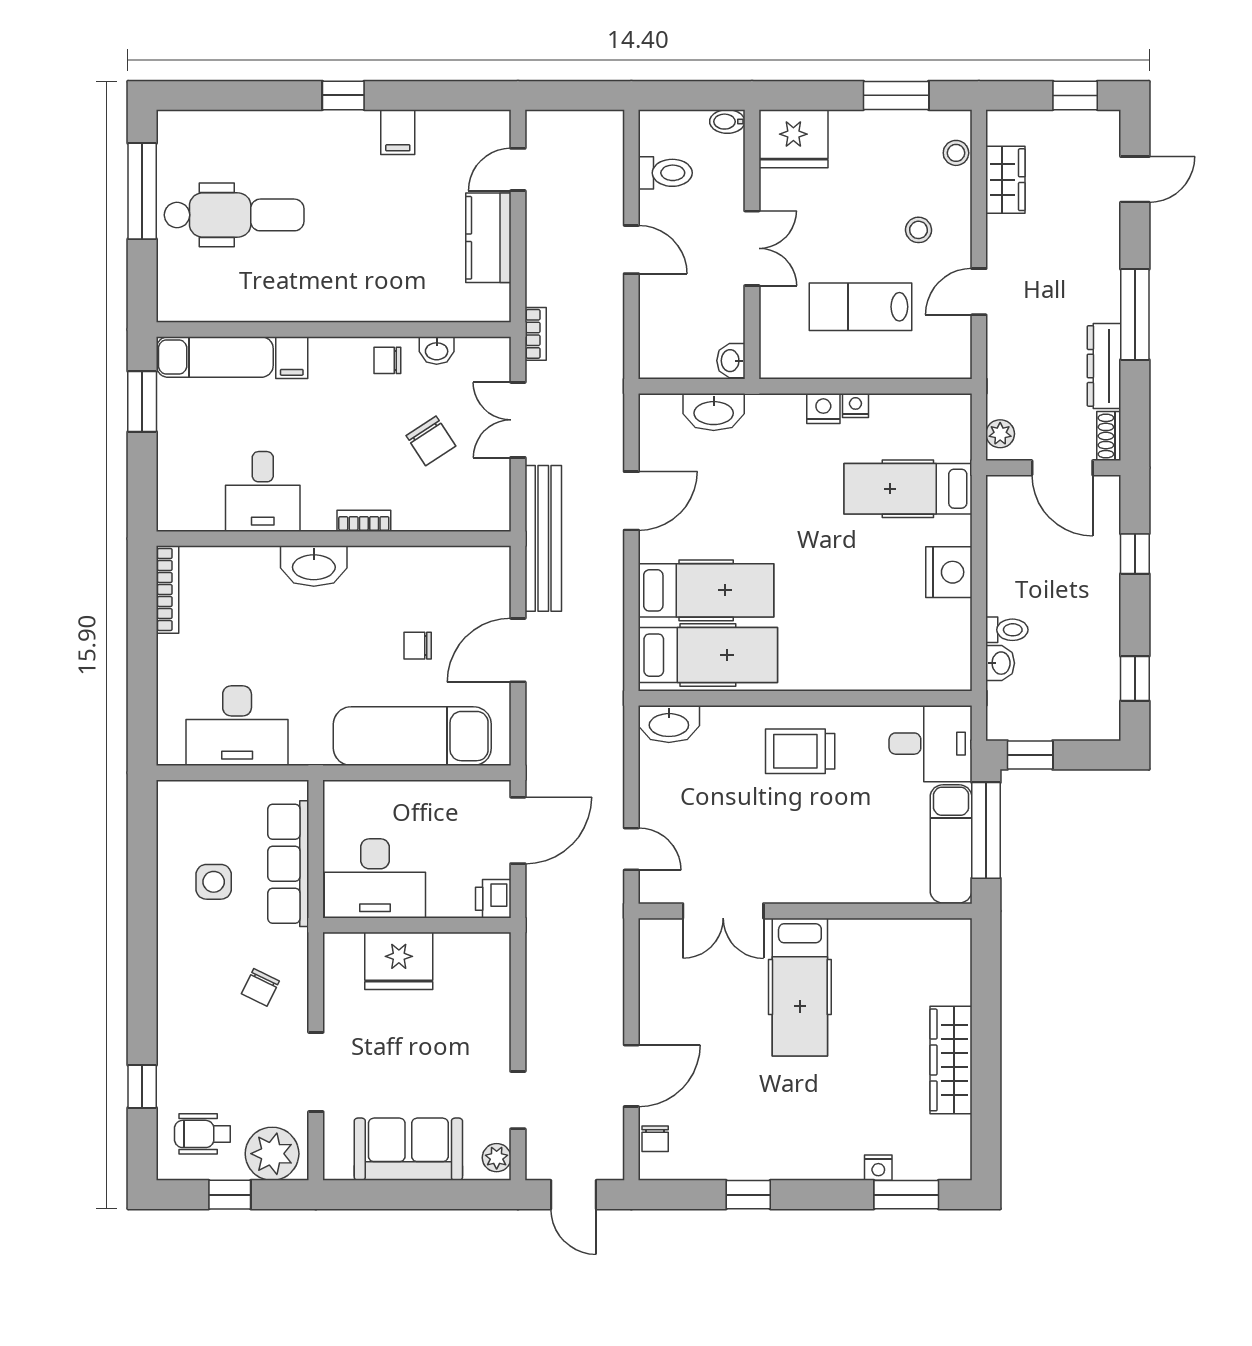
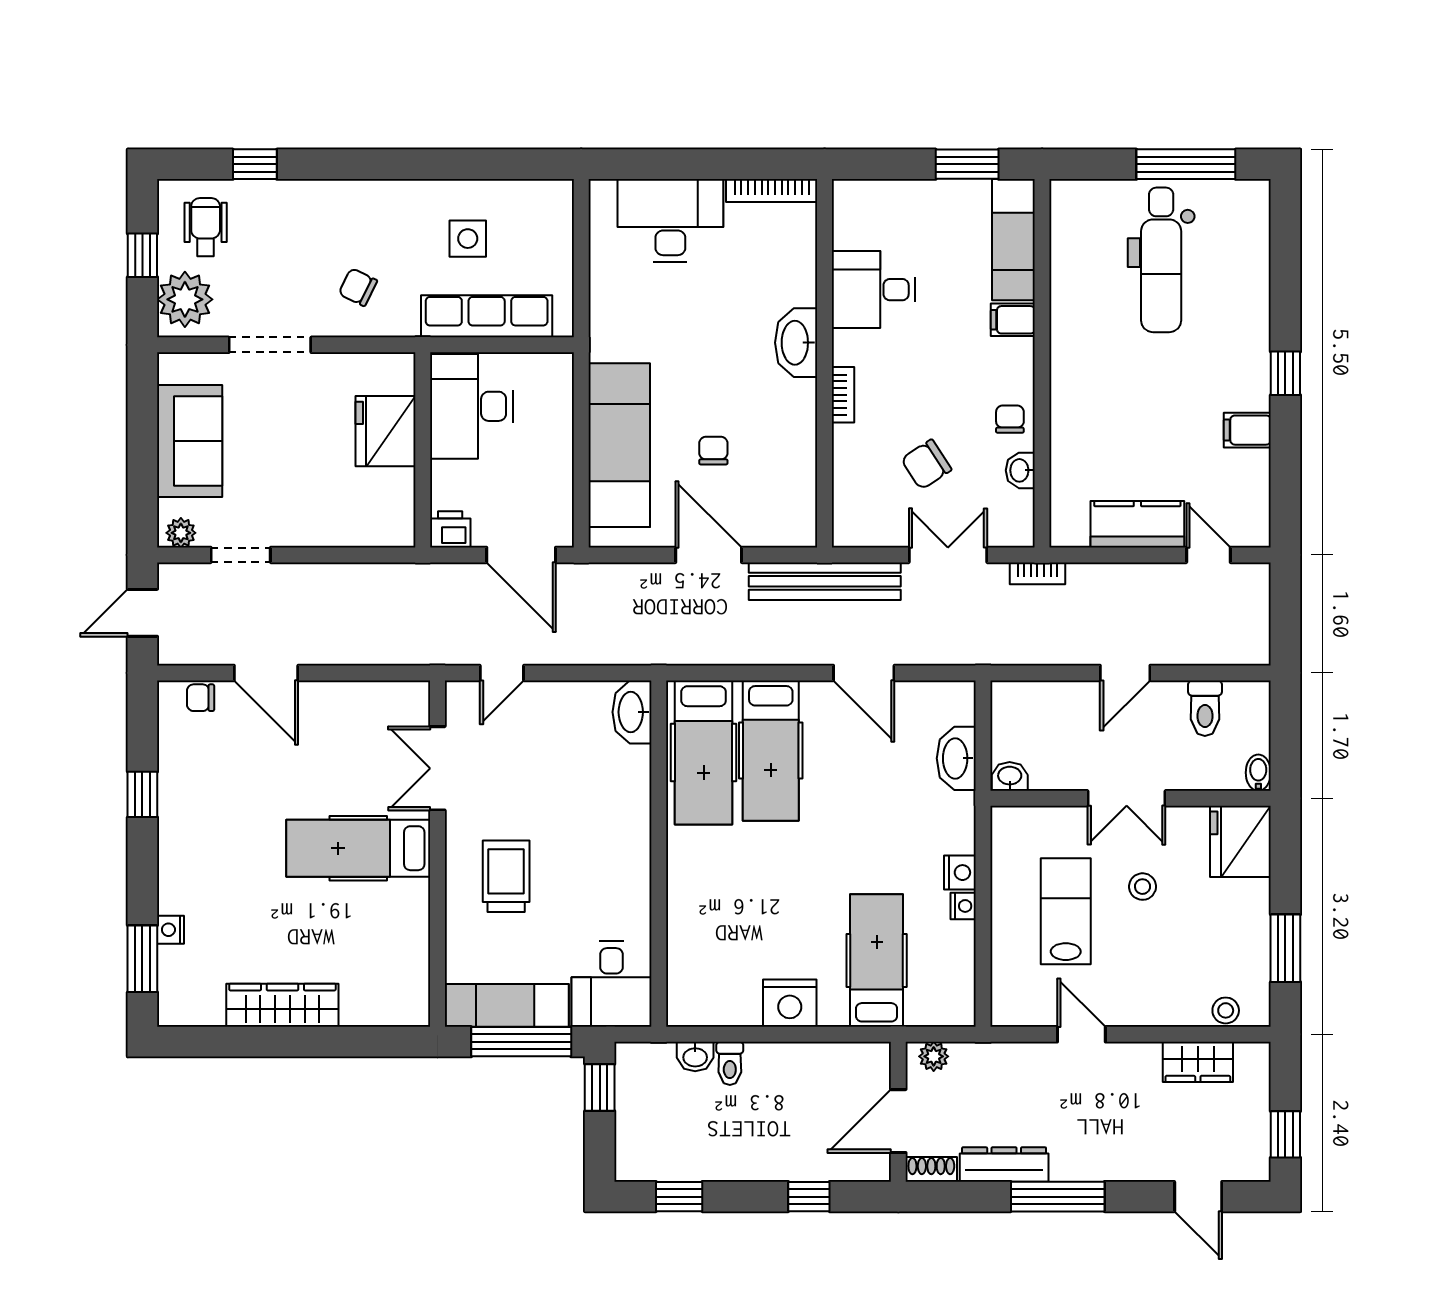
stool: (919, 230) -> (1143, 887), moved
desk: (237, 726) -> (670, 220), moved, turned 90
trolley: (800, 751) -> (506, 876), moved

